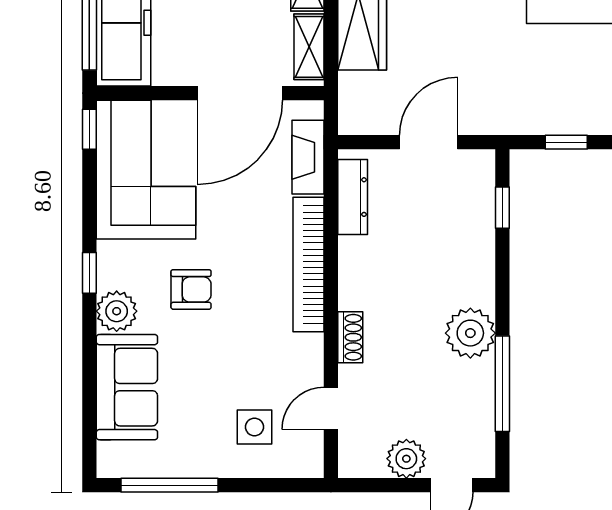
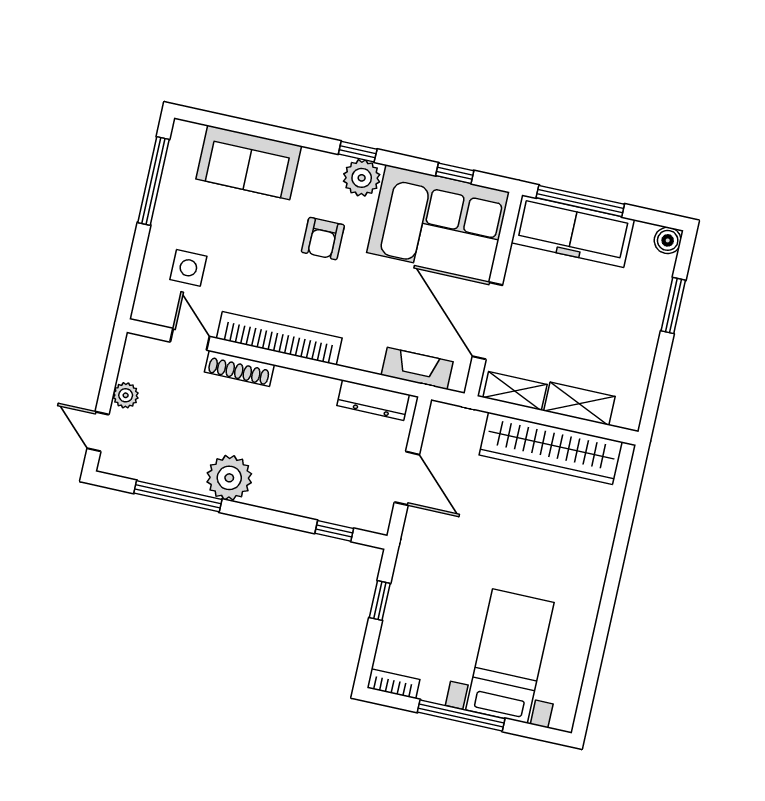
window: (89, 129) -> (455, 173), moved
bookcase: (309, 265) -> (279, 338), moved
plant: (117, 311) -> (362, 178), moved
shoe rack: (350, 337) -> (239, 368), width x1.43
plant: (406, 459) -> (126, 395), width x0.73, depth x0.73

